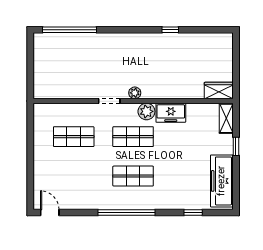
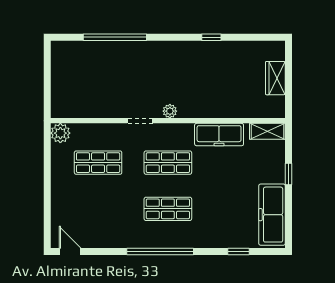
window: (69, 30) -> (115, 37), moved
wardrobe: (219, 91) -> (275, 78), moved, turned -90
plant: (146, 111) -> (60, 133), moved
freezer: (171, 113) -> (219, 135), width x1.40
shelving: (226, 118) -> (267, 131), moved, turned 90

